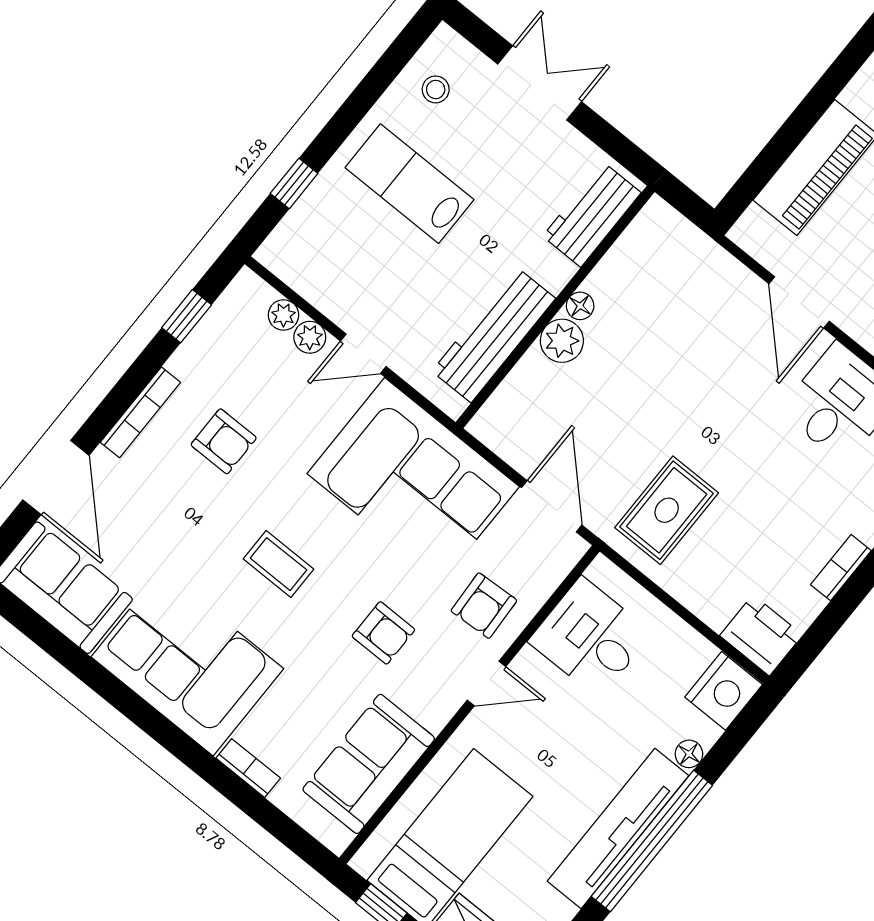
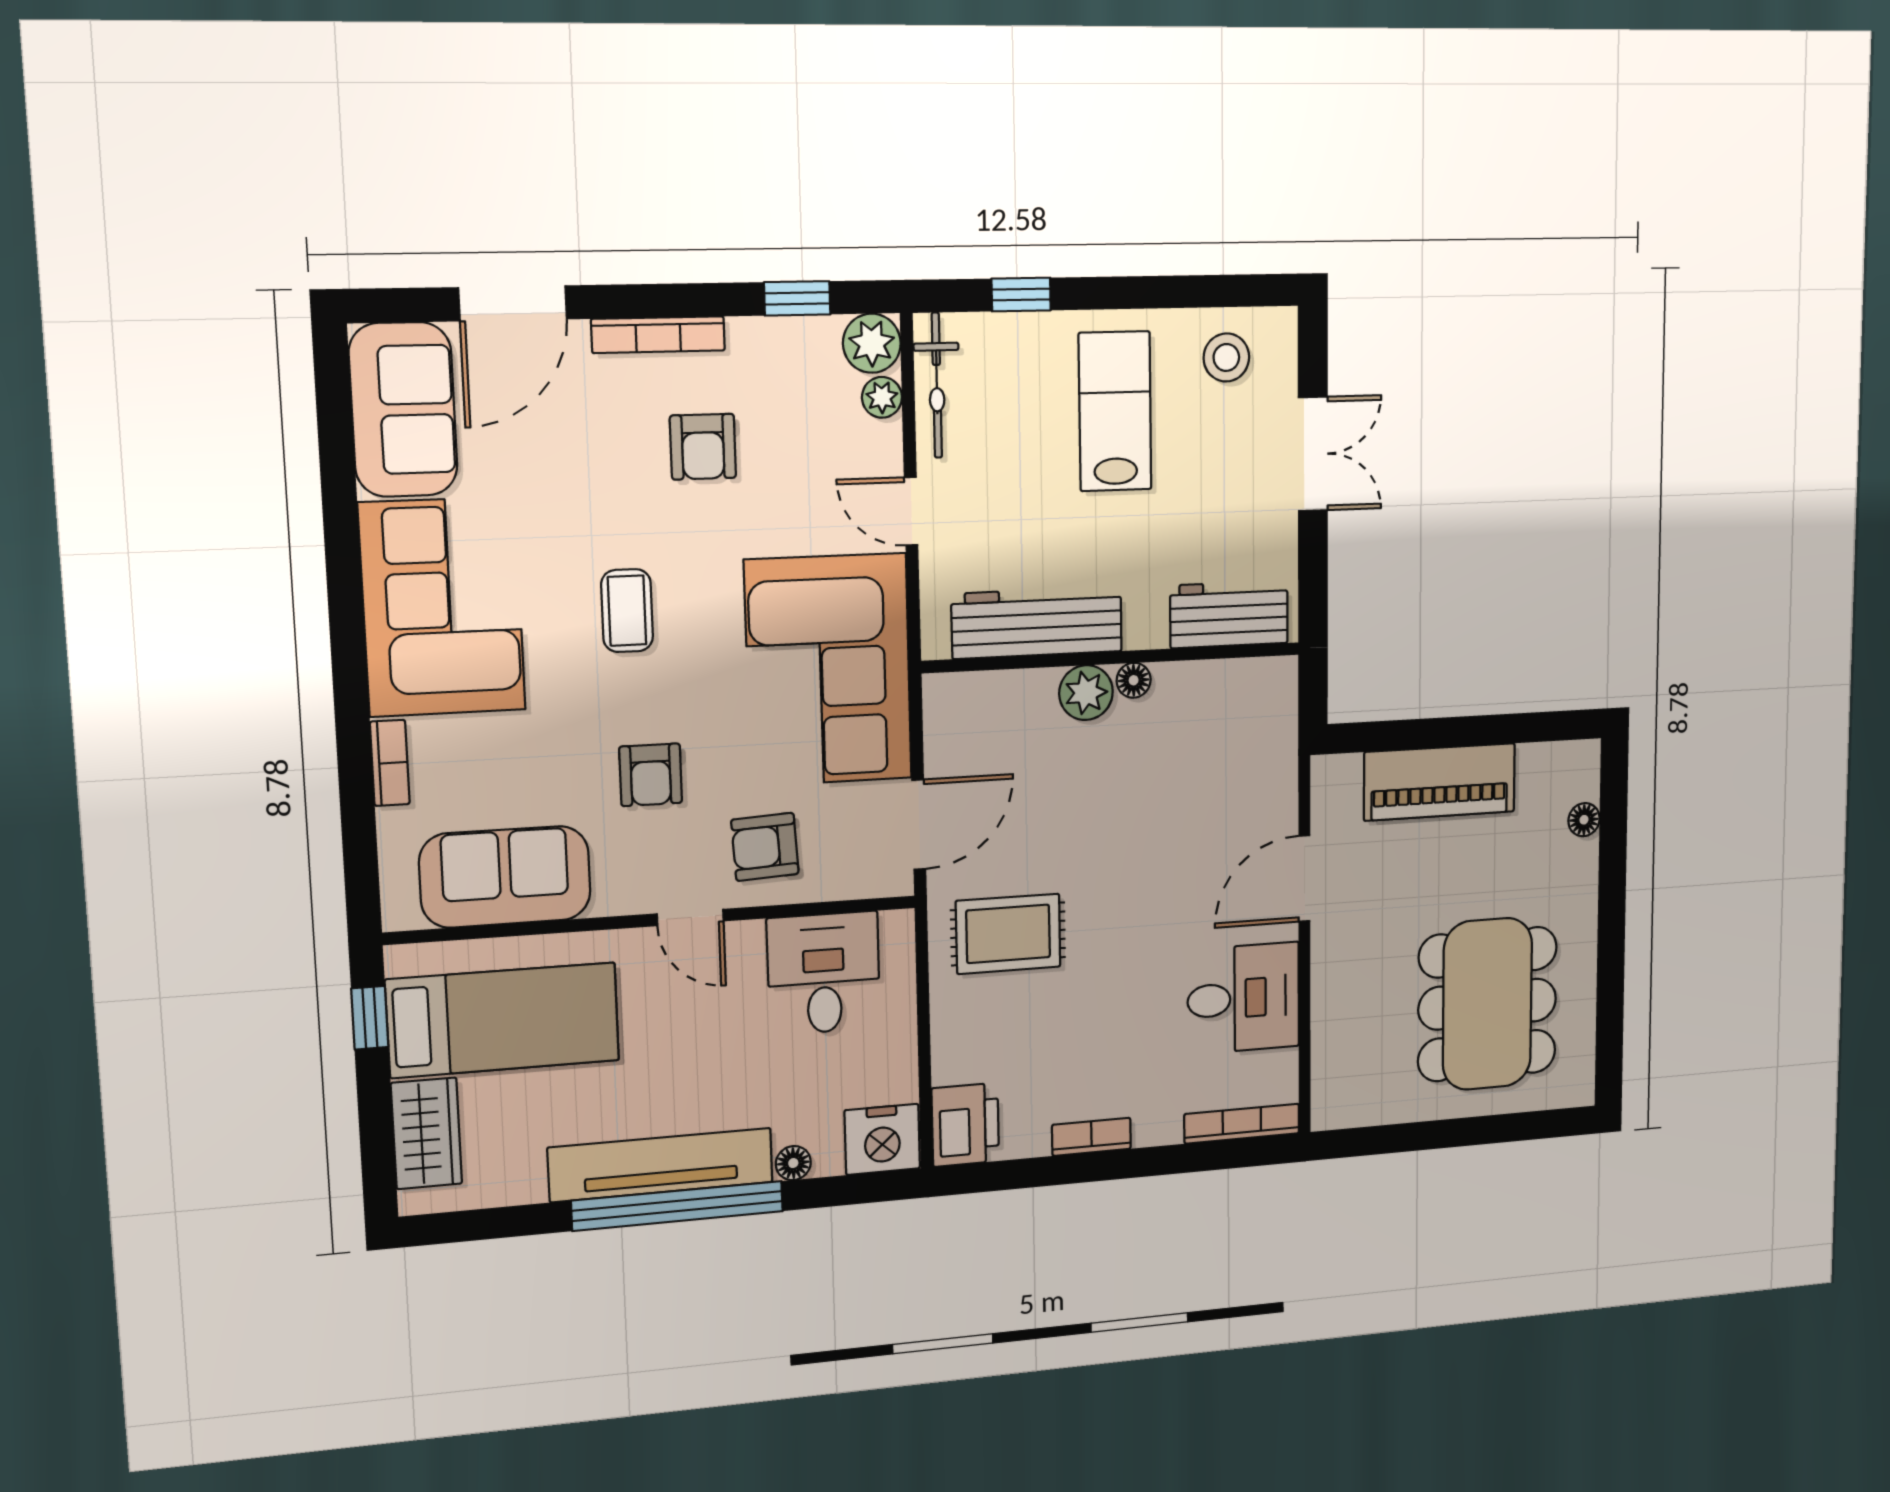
stool: (436, 89) -> (1226, 357), width x1.37, depth x1.37
bicycle: (304, 277) -> (937, 385), added
plant: (310, 337) -> (872, 343), moved, width x1.38, depth x1.38

